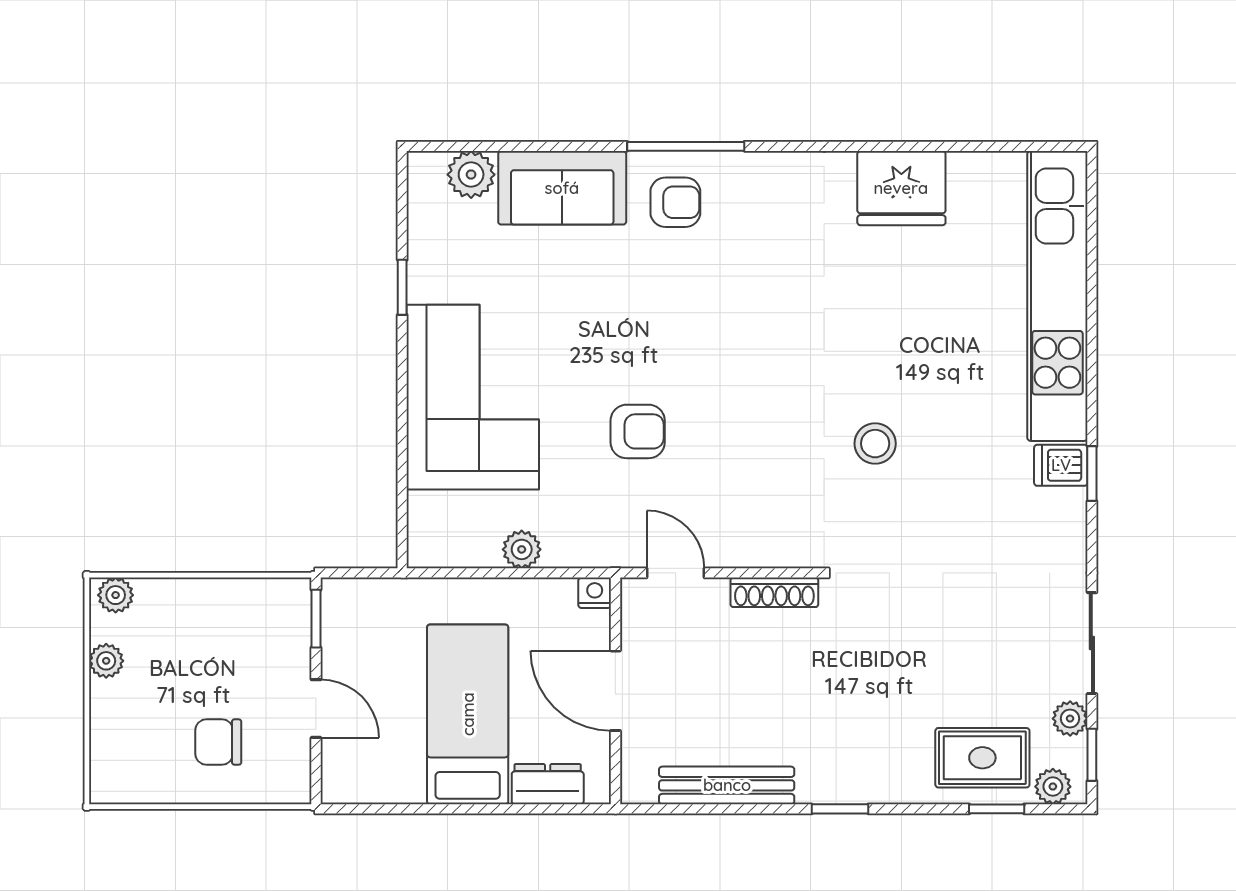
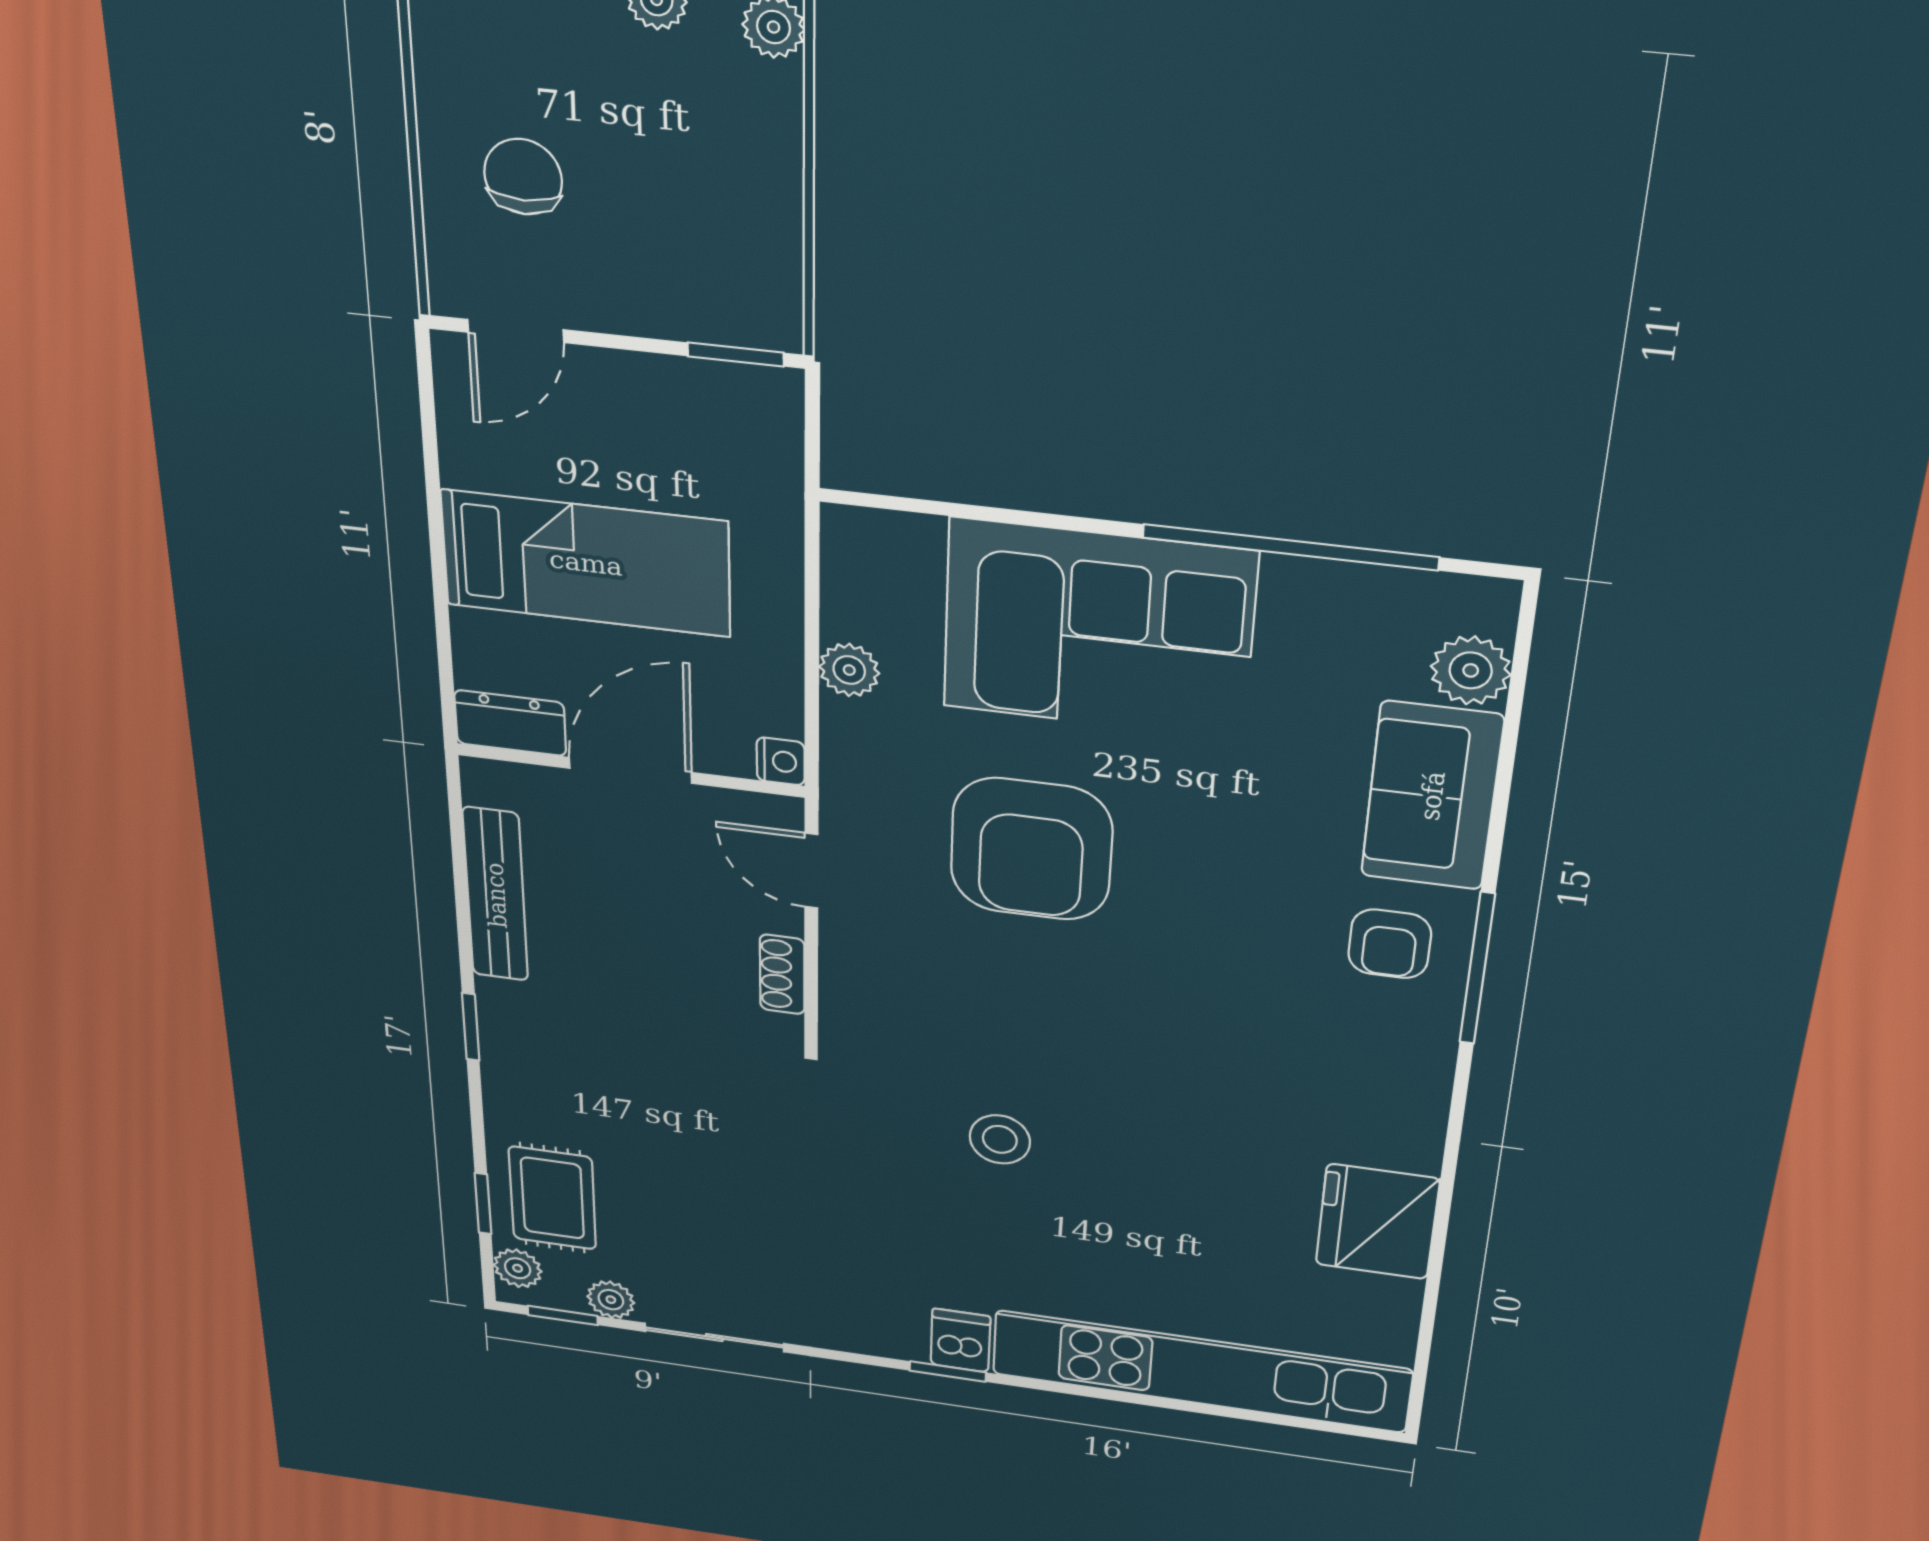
window: (402, 287) -> (1290, 547), width x3.17
armchair: (638, 431) -> (1031, 849), width x1.88, depth x1.88
door: (675, 573) -> (811, 871), swing flipped
shoe rack: (774, 592) -> (782, 974), width x0.70
door: (316, 709) -> (516, 331), moved
dresser: (548, 784) -> (510, 723), moved, turned -90

